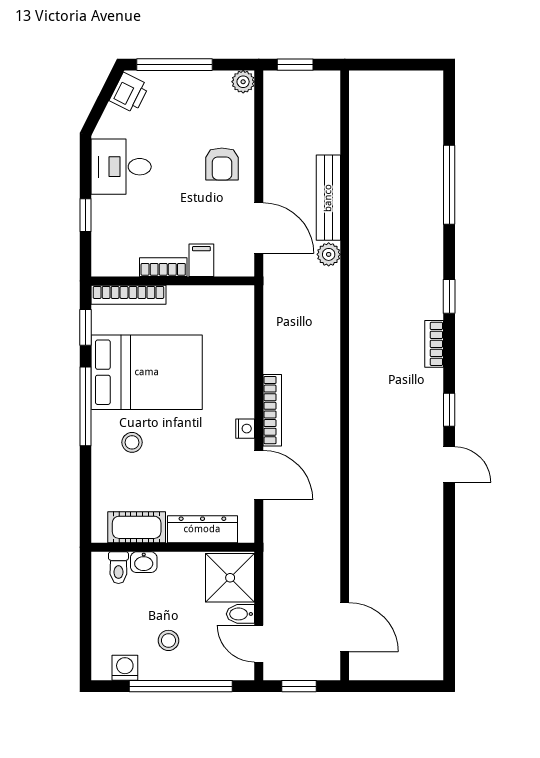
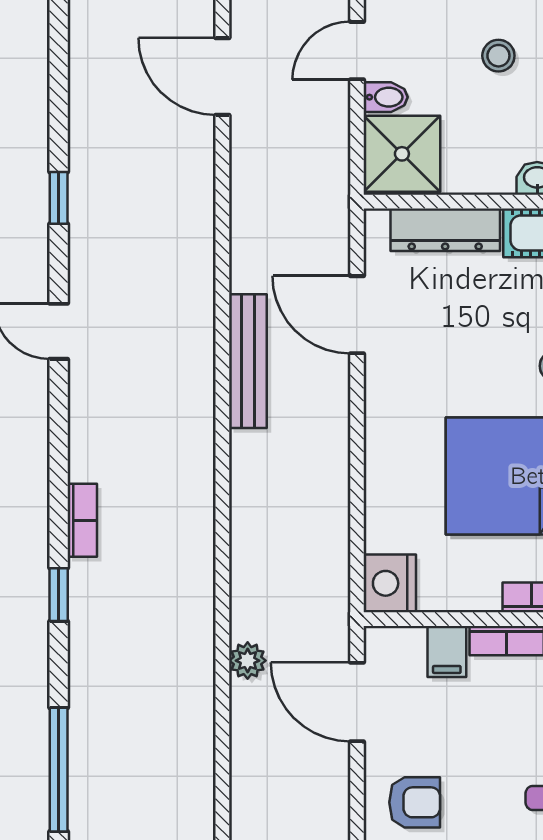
armchair: (222, 164) -> (415, 802), turned 90
bench: (328, 198) -> (248, 361), moved
bookcase: (272, 410) -> (336, 416), removed
window: (449, 410) -> (59, 198), moved
nightstand: (245, 429) -> (390, 583), moved, width x1.89, depth x1.79
door: (259, 644) -> (357, 51), swing flipped

